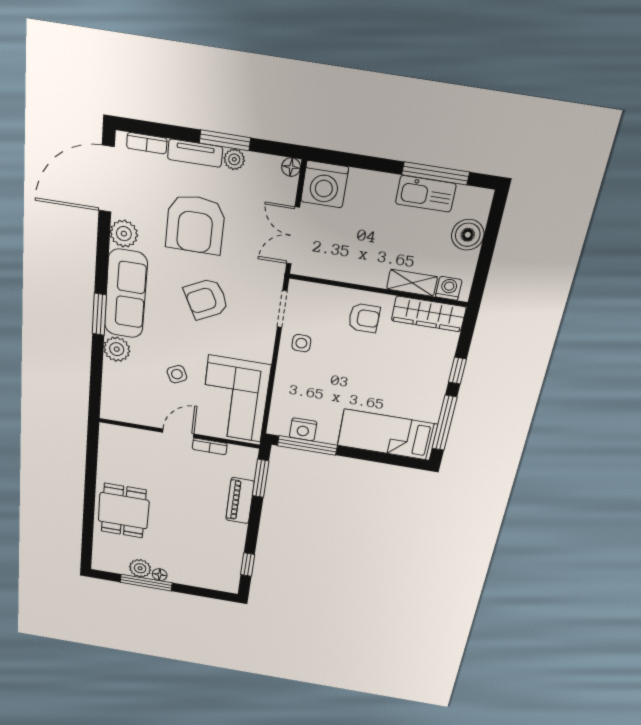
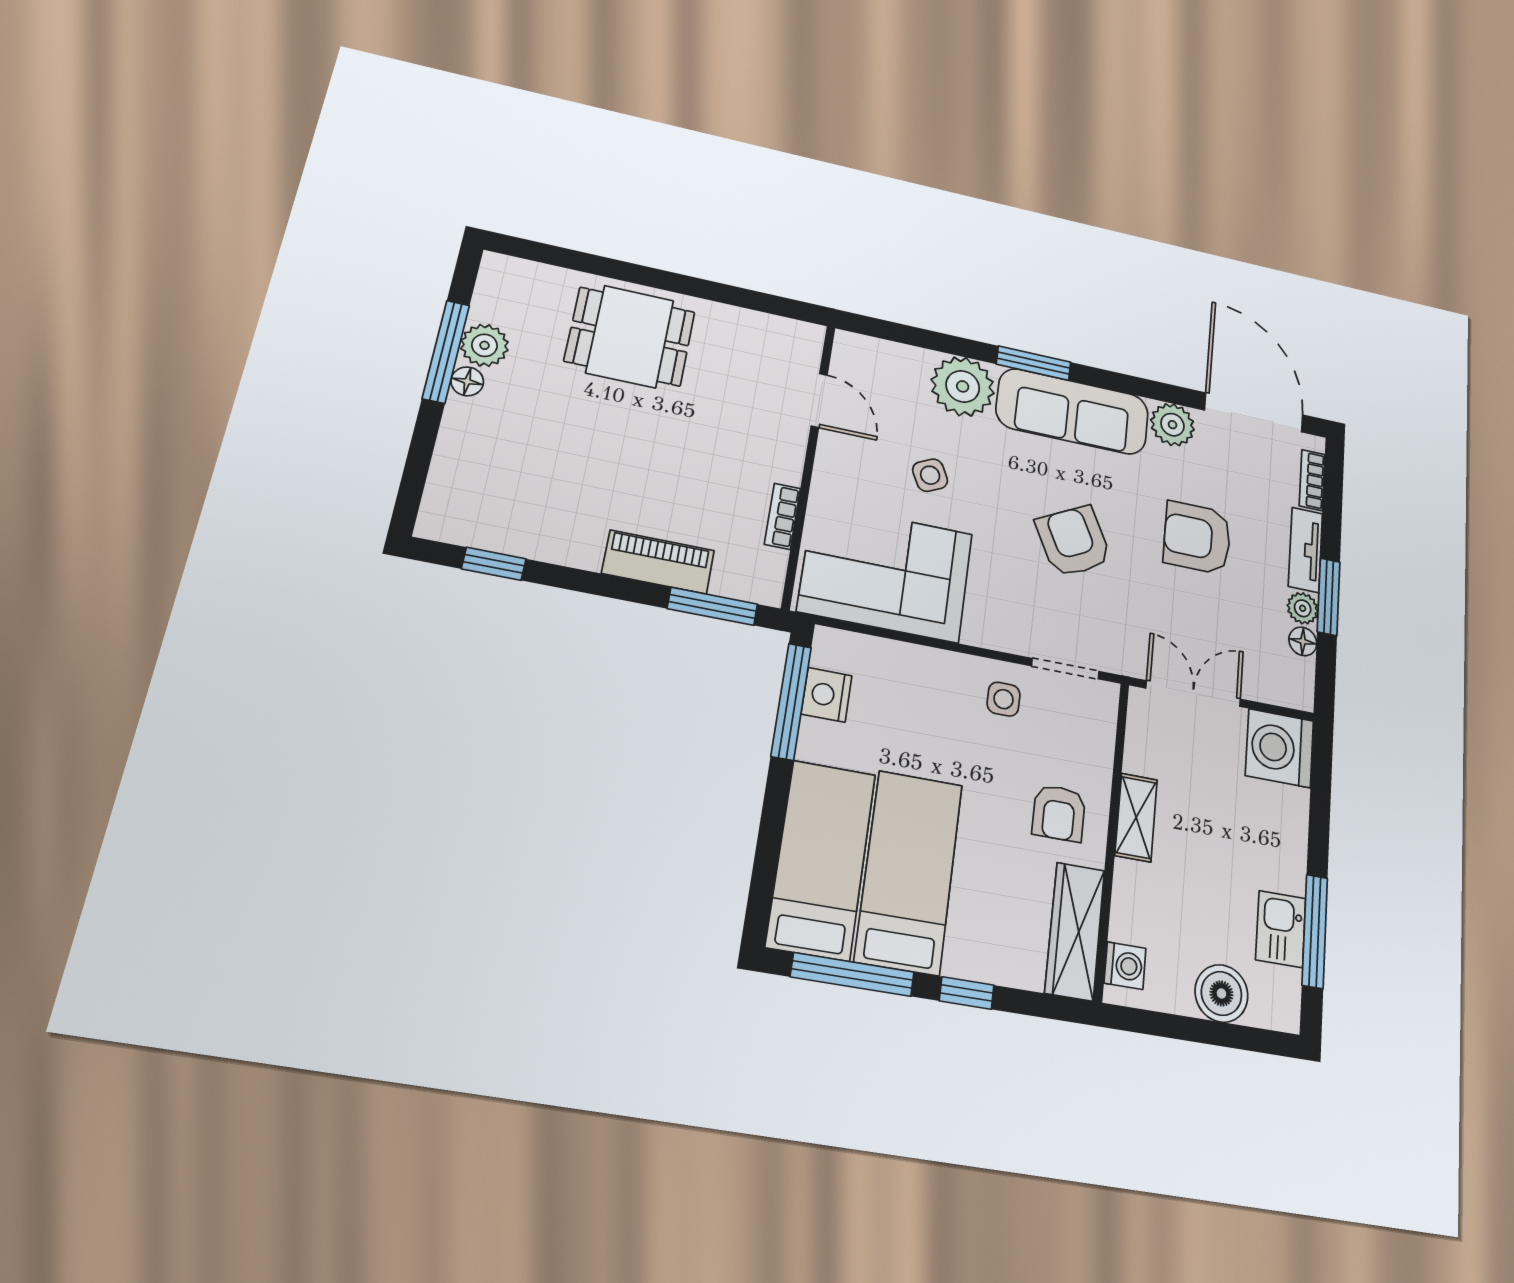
floor lamp: (291, 167) -> (1303, 641), moved
kitchen sink: (426, 194) -> (1281, 929), width x0.73
armchair: (195, 224) -> (1197, 538), width x0.73, depth x0.73
shelving: (412, 283) -> (1136, 818), moved
plant: (117, 349) -> (963, 386), width x1.36, depth x1.36
bed: (394, 395) -> (909, 872), added
door: (178, 433) -> (819, 400), moved

